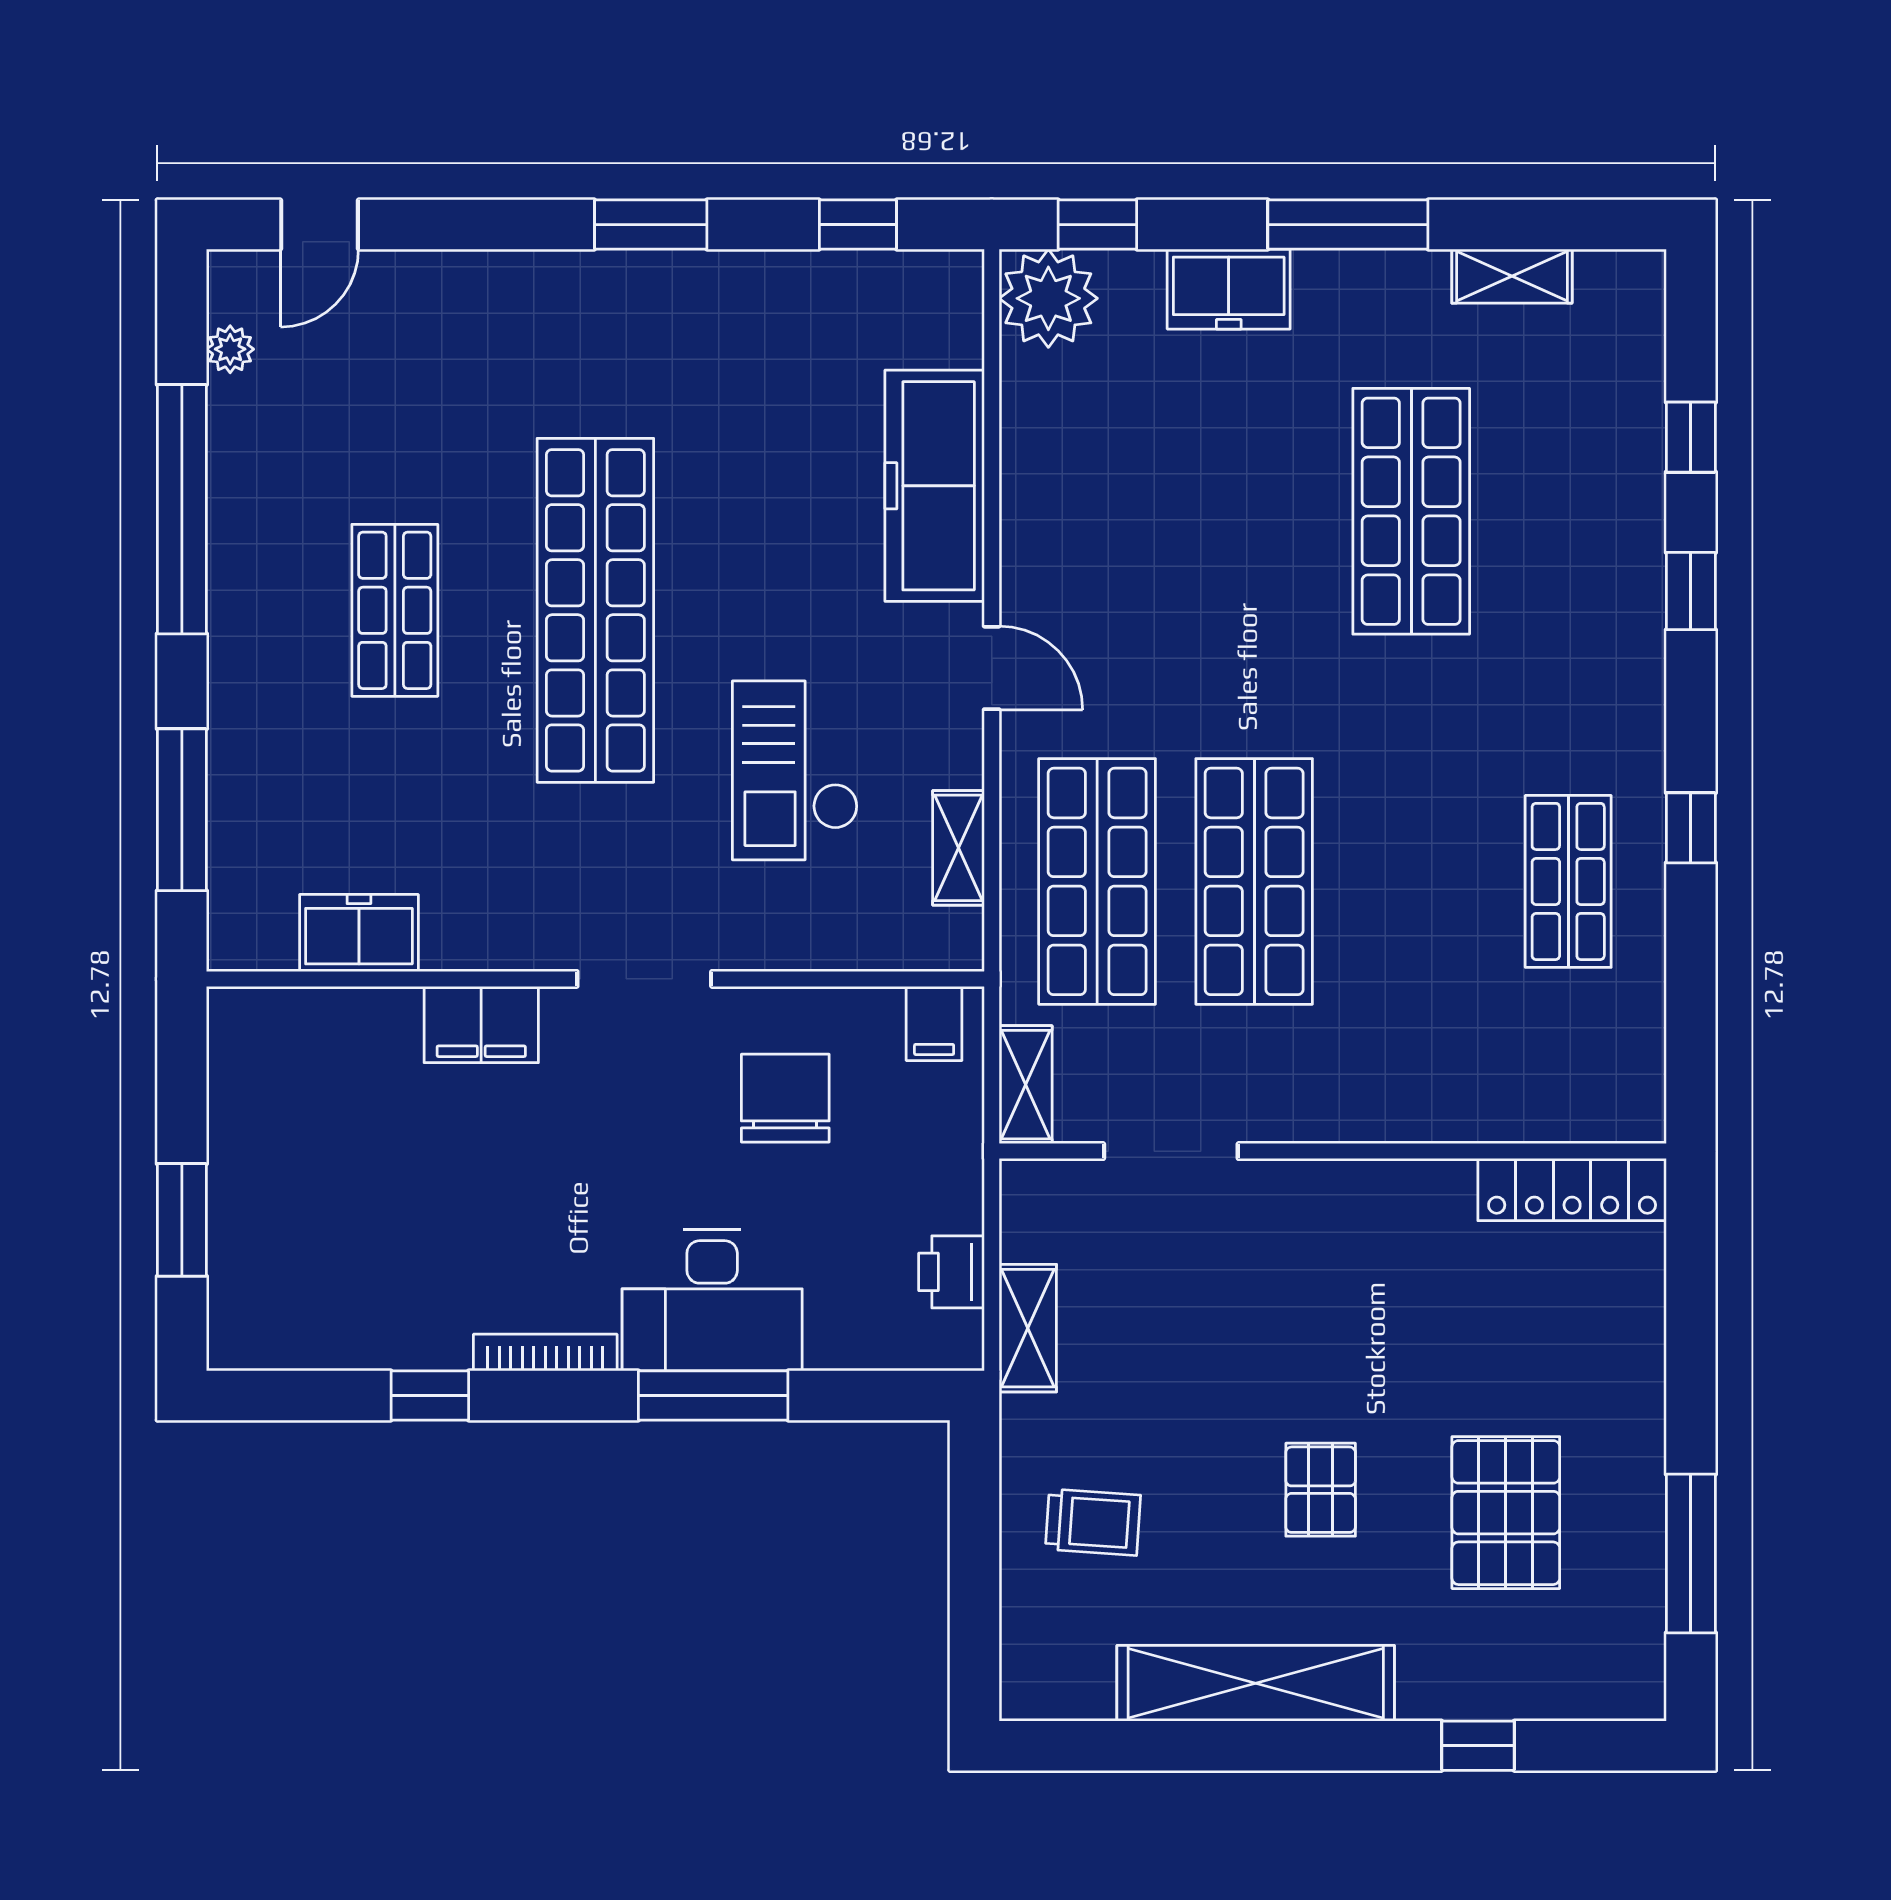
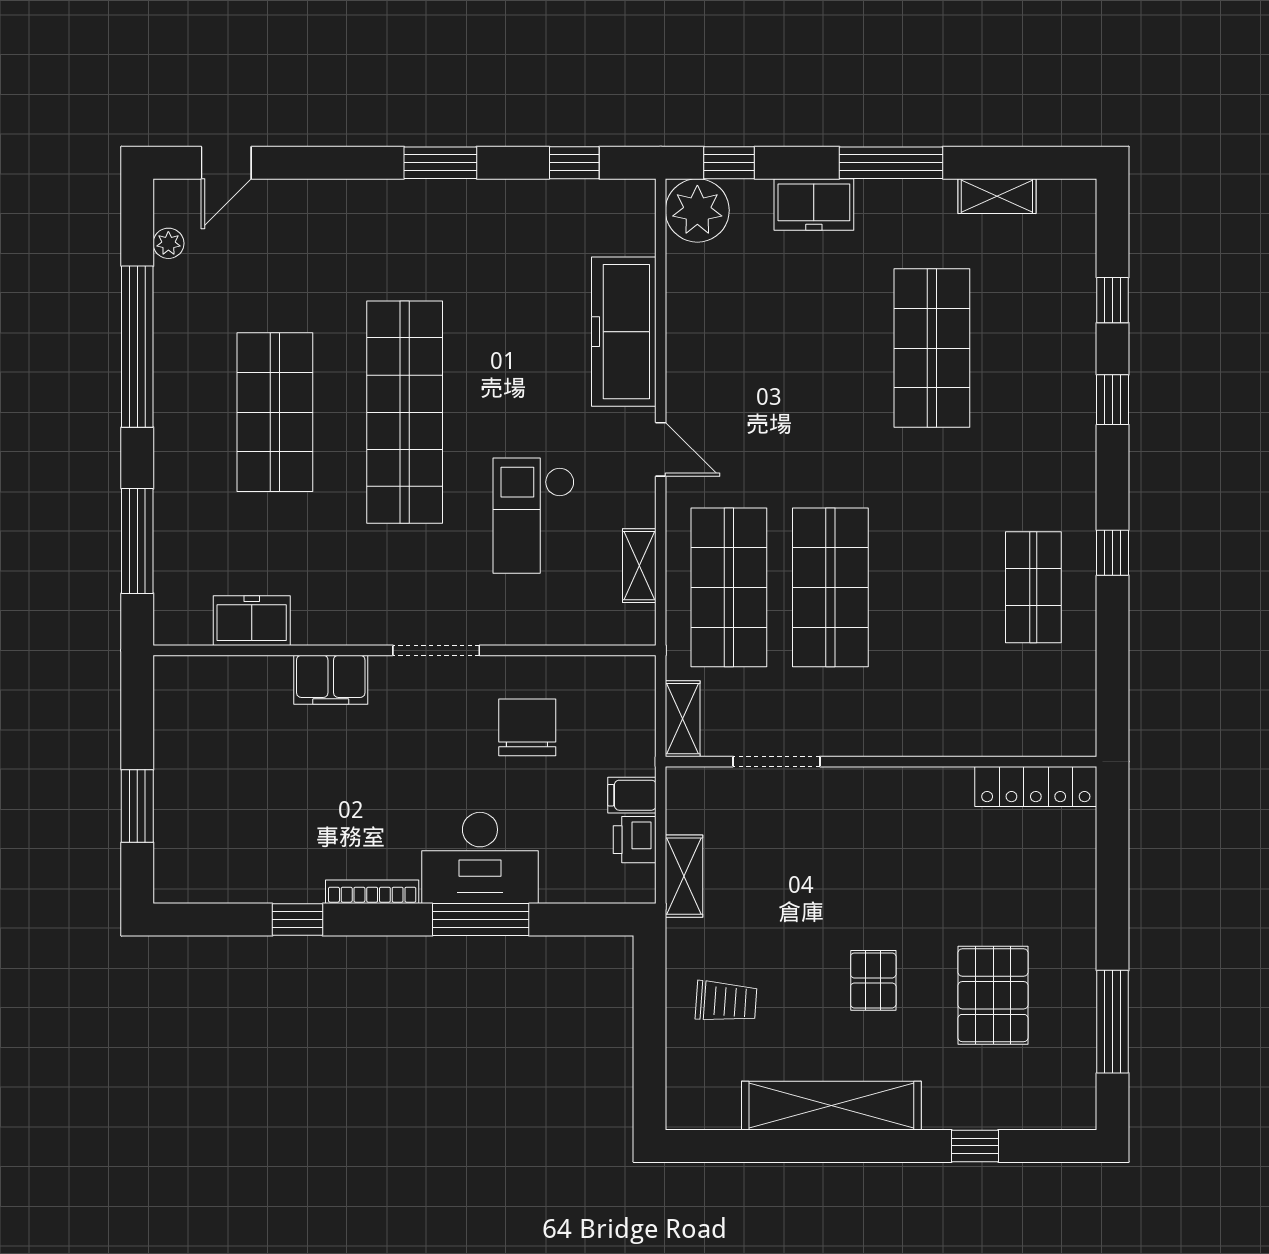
shop shelf: (395, 610) -> (275, 412), width x1.43, depth x1.36
filing cabinet: (934, 1023) -> (632, 795), moved, turned 90

